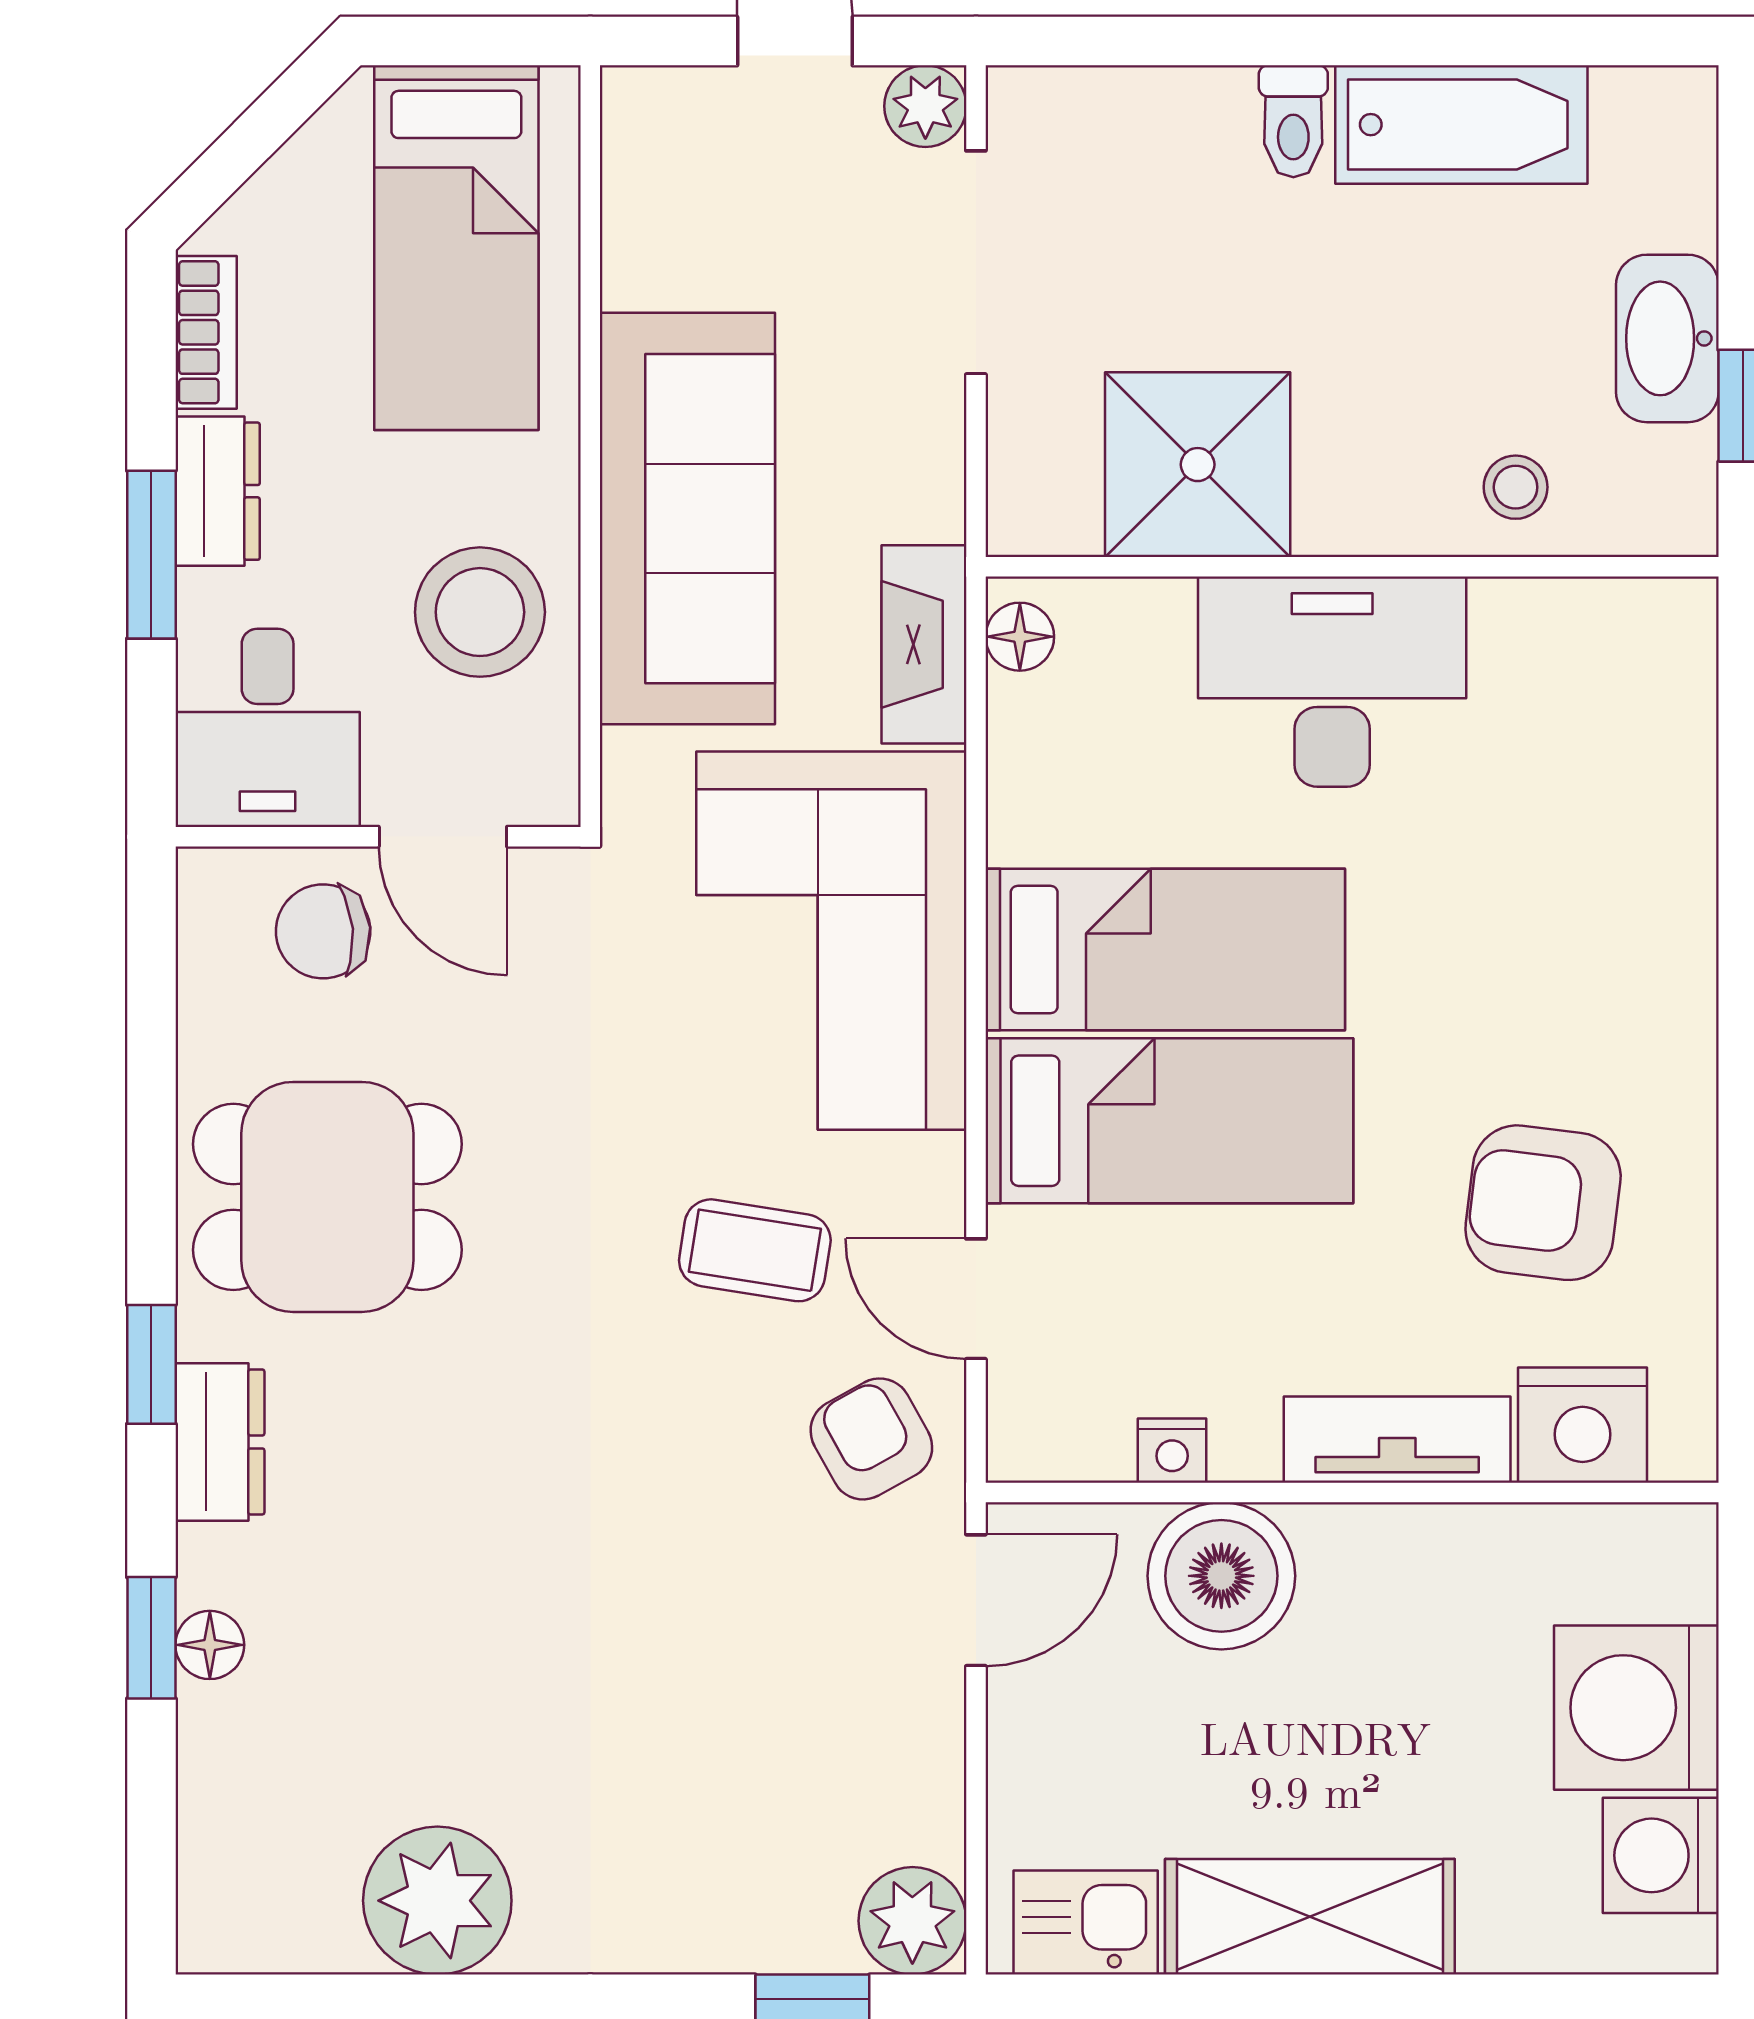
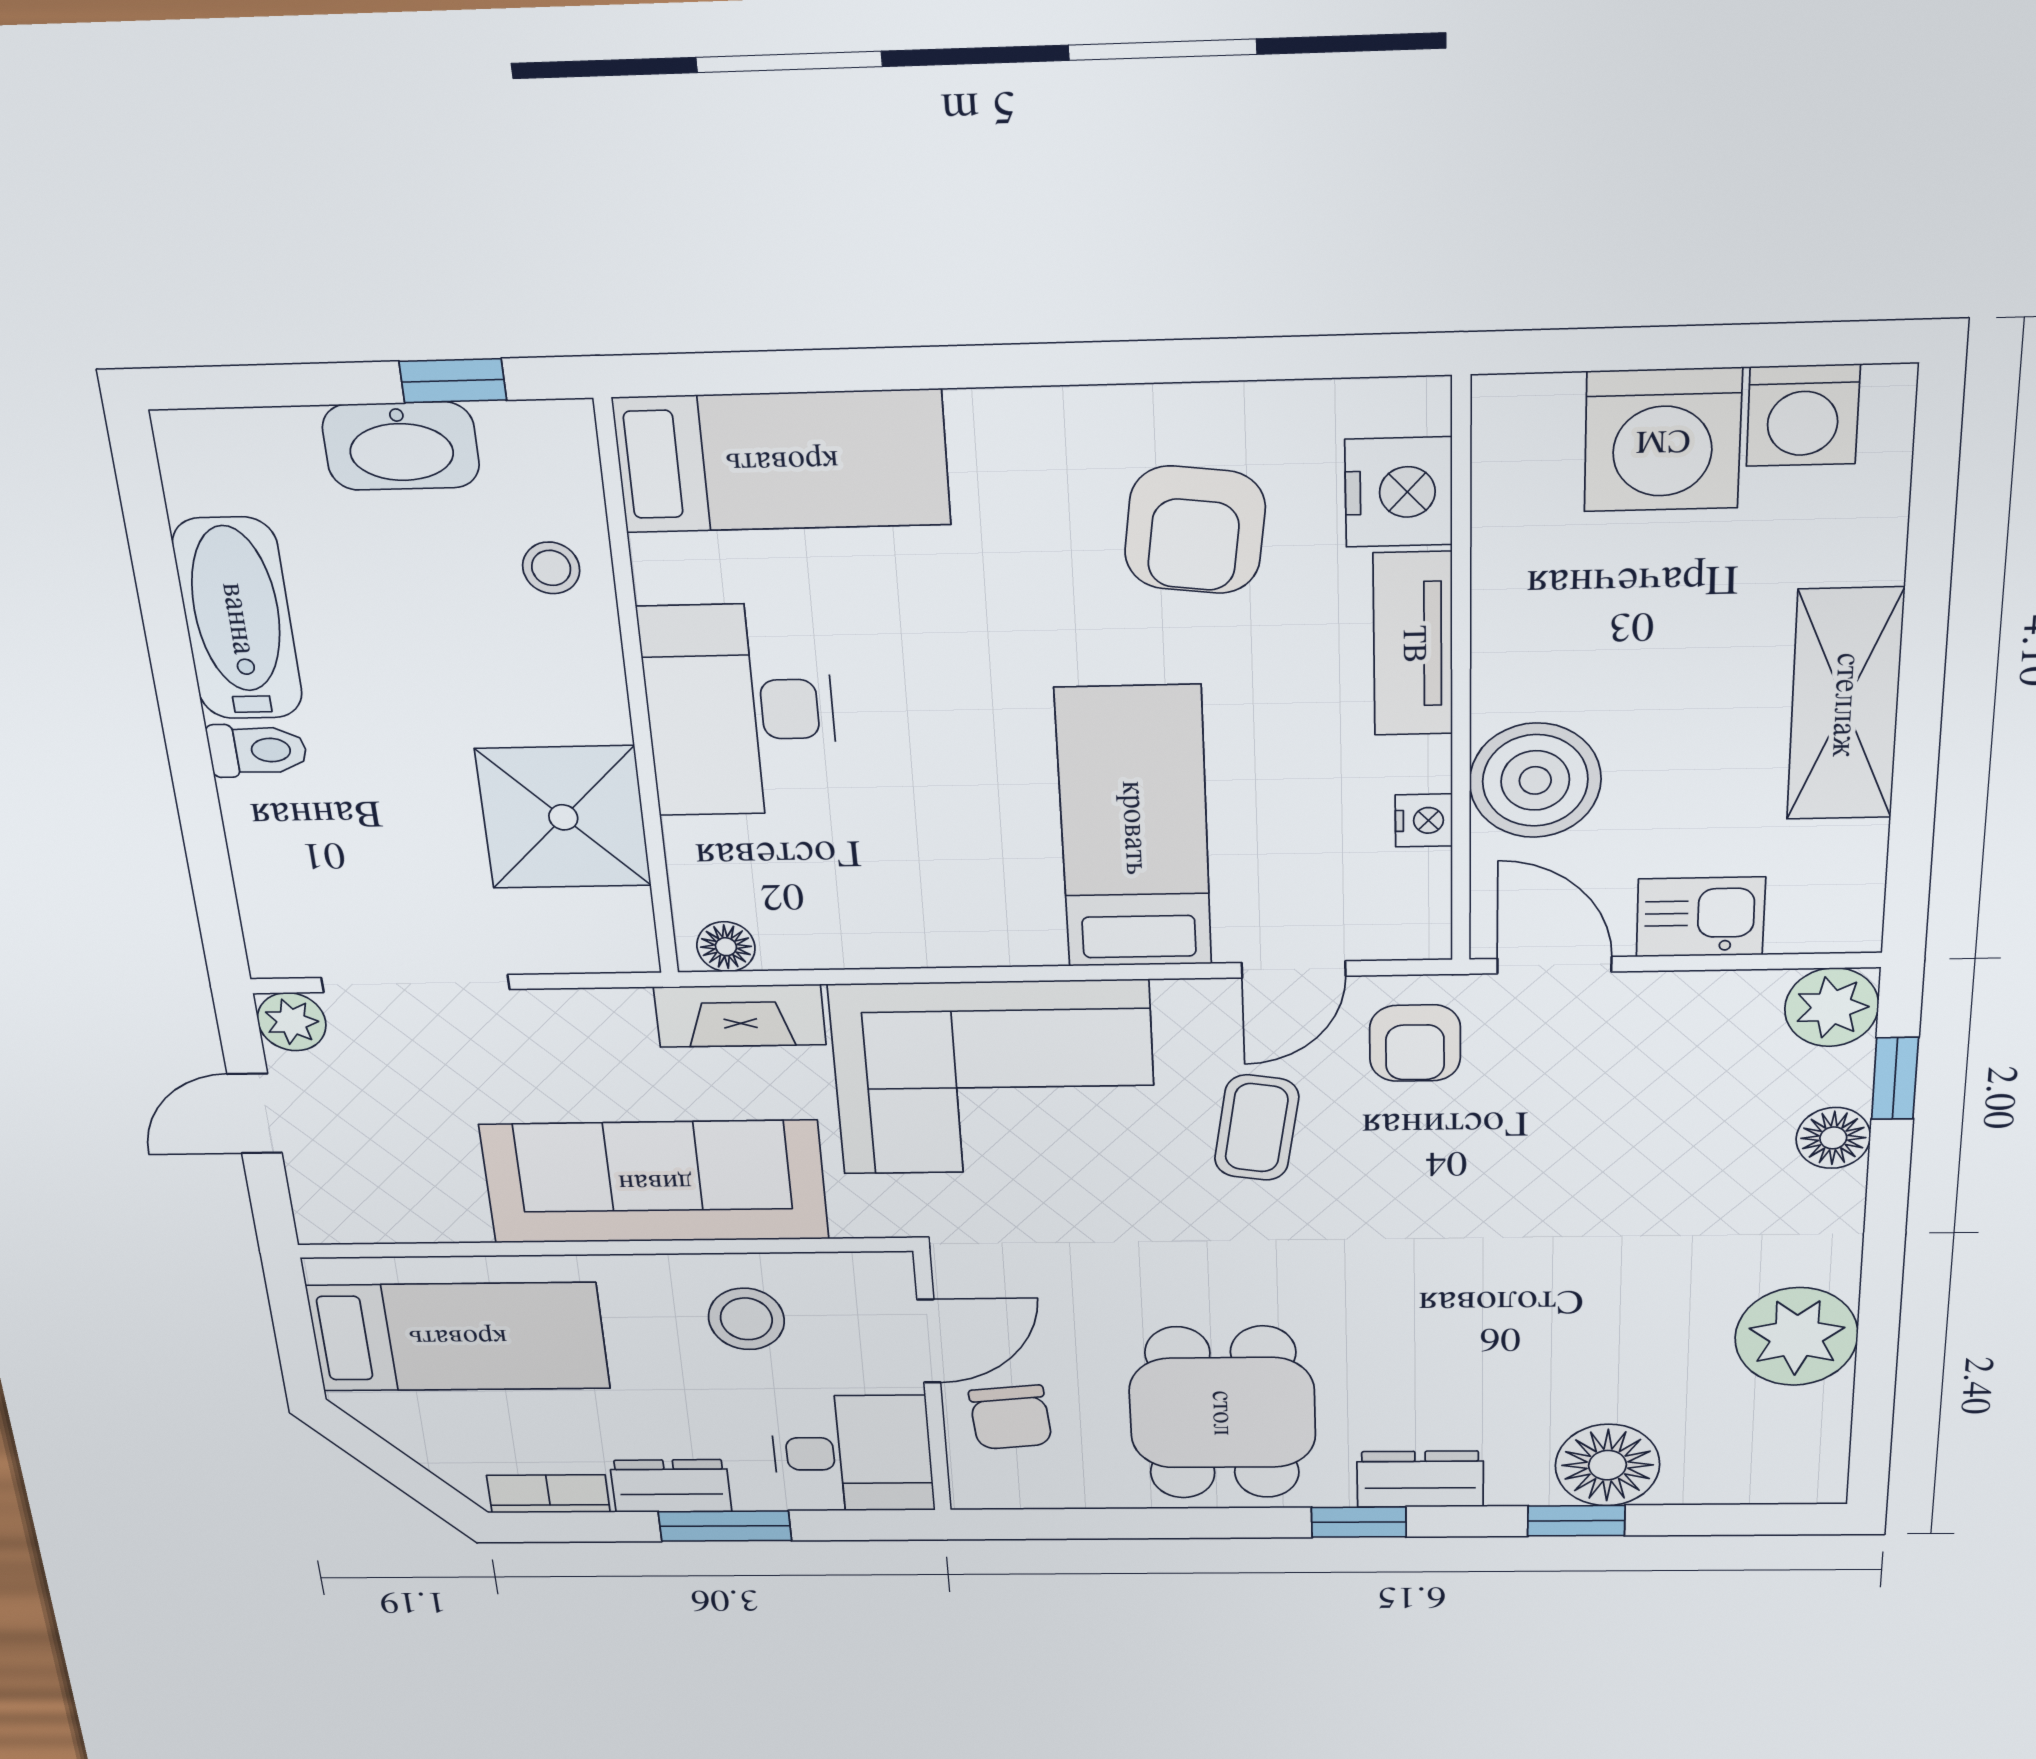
stool: (480, 612) -> (746, 1319), width x0.73, depth x0.73
bed: (1165, 950) -> (782, 461), moved, turned 90
armchair: (871, 1439) -> (1415, 1043), turned -61
floor lamp: (210, 1645) -> (1607, 1465), width x1.89, depth x1.89
kitchen sink: (1086, 1922) -> (1701, 917), moved, turned 90
floor lamp: (729, 1931) -> (1833, 1138), added

